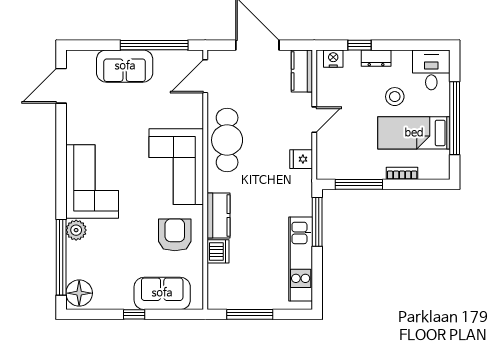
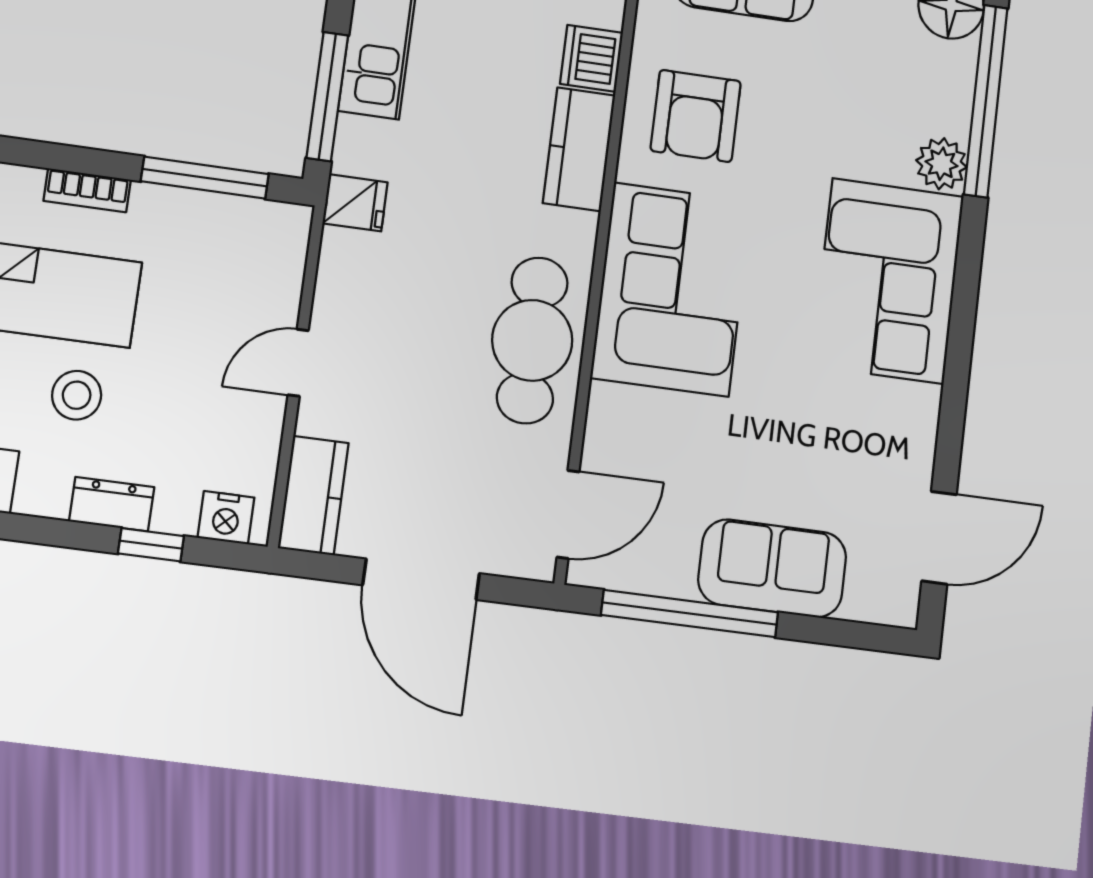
fridge: (301, 159) -> (355, 203), moved

